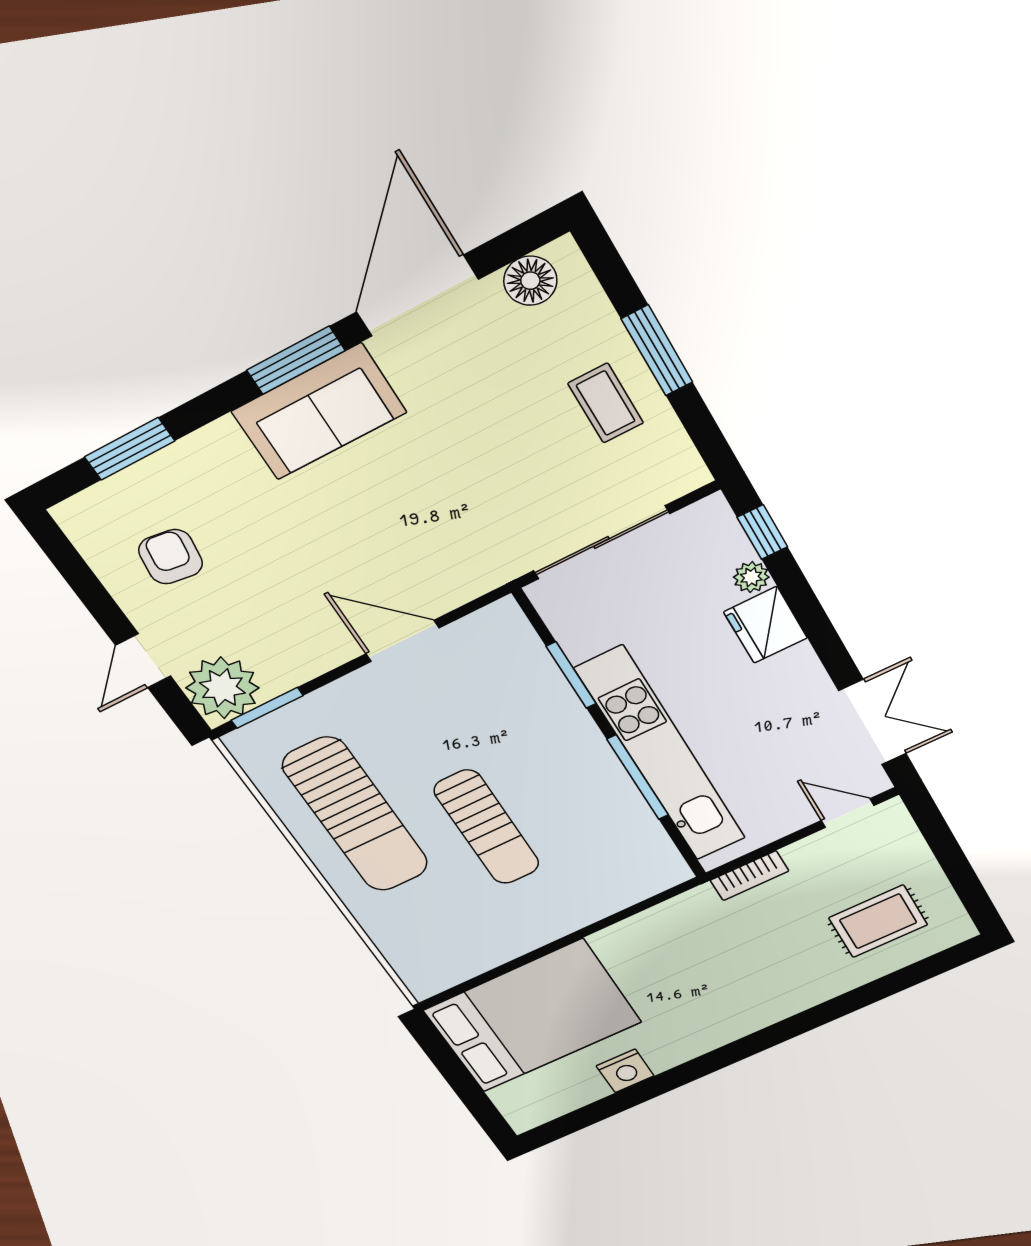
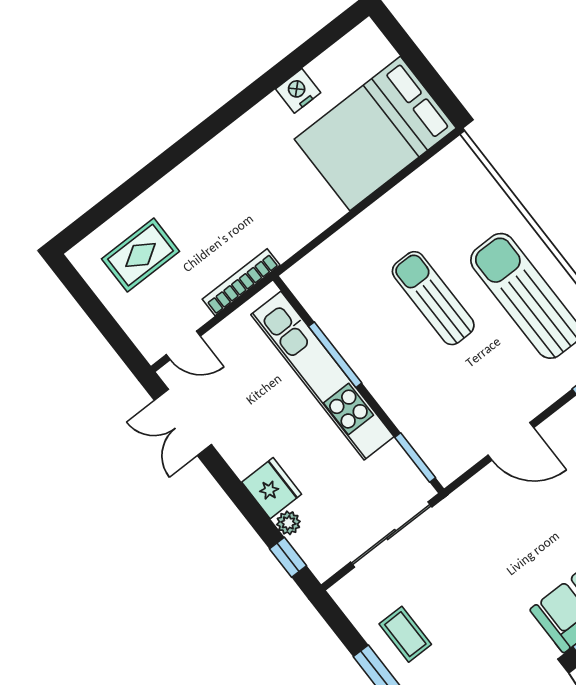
window: (571, 675) -> (415, 457), moved
bookcase: (749, 876) -> (241, 282), width x1.56

